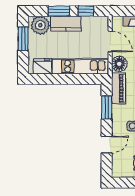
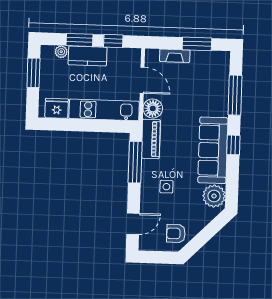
plant: (40, 25) -> (61, 52), width x0.53, depth x0.53
window: (107, 107) -> (135, 162), width x1.44
door: (107, 145) -> (133, 224), moved

